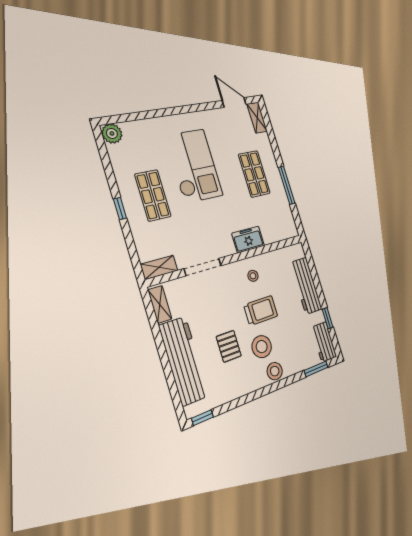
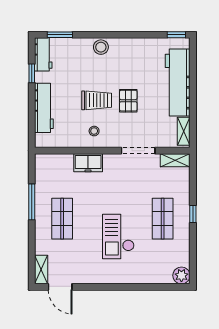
checkout: (194, 166) -> (118, 236), width x0.73, depth x0.83
trolley: (261, 310) -> (97, 100), turned 180
pallet: (229, 346) -> (128, 101), moved
stool: (262, 347) -> (106, 71), removed

